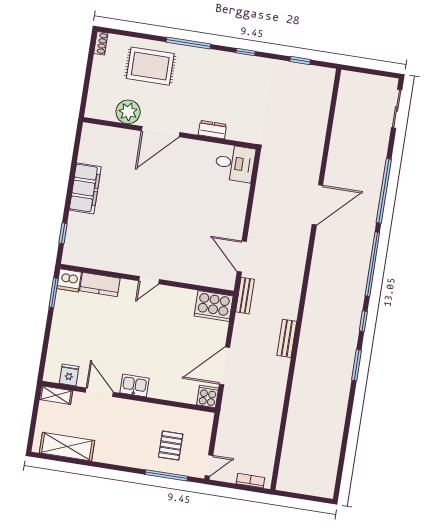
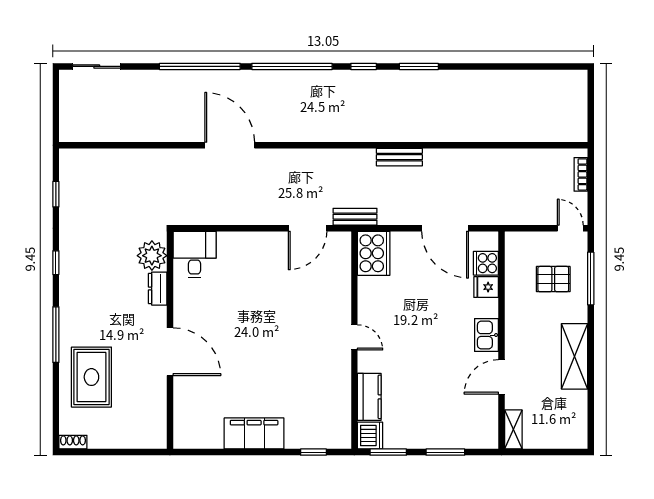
plant: (128, 112) -> (152, 256), moved
window: (47, 338) -> (445, 452), added
fridge: (69, 375) -> (486, 287), moved
cooker: (208, 396) -> (486, 263), moved
shelving: (67, 447) -> (575, 356), moved

